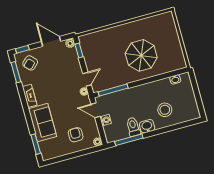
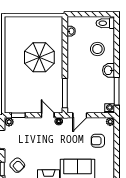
washing machine: (105, 120) -> (110, 108), moved
toilet: (133, 127) -> (105, 23), moved

